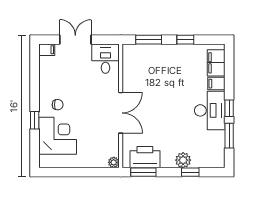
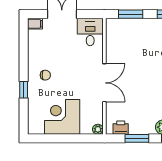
corner desk: (58, 136) -> (62, 117), moved, turned -90
printer: (145, 157) -> (121, 128), width x0.53, depth x0.68
window: (143, 172) -> (137, 138), moved

